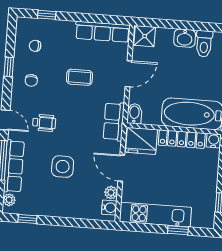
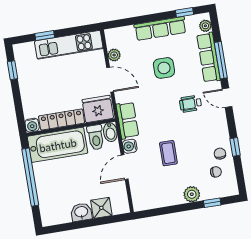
plant: (66, 29) -> (192, 194), added
row of seats: (102, 32) -> (160, 28), moved, turned 180
shower: (145, 36) -> (101, 208), moved
toilet: (204, 44) -> (96, 137), moved, turned 180
coffee table: (79, 77) -> (168, 153), turned 90
chair: (31, 80) -> (220, 154), moved
water cooler: (109, 208) -> (130, 146), moved

